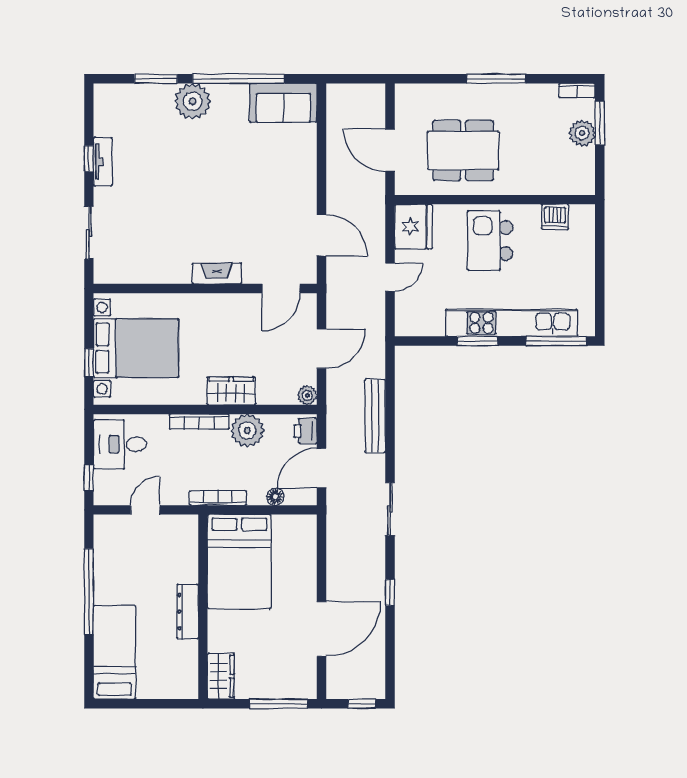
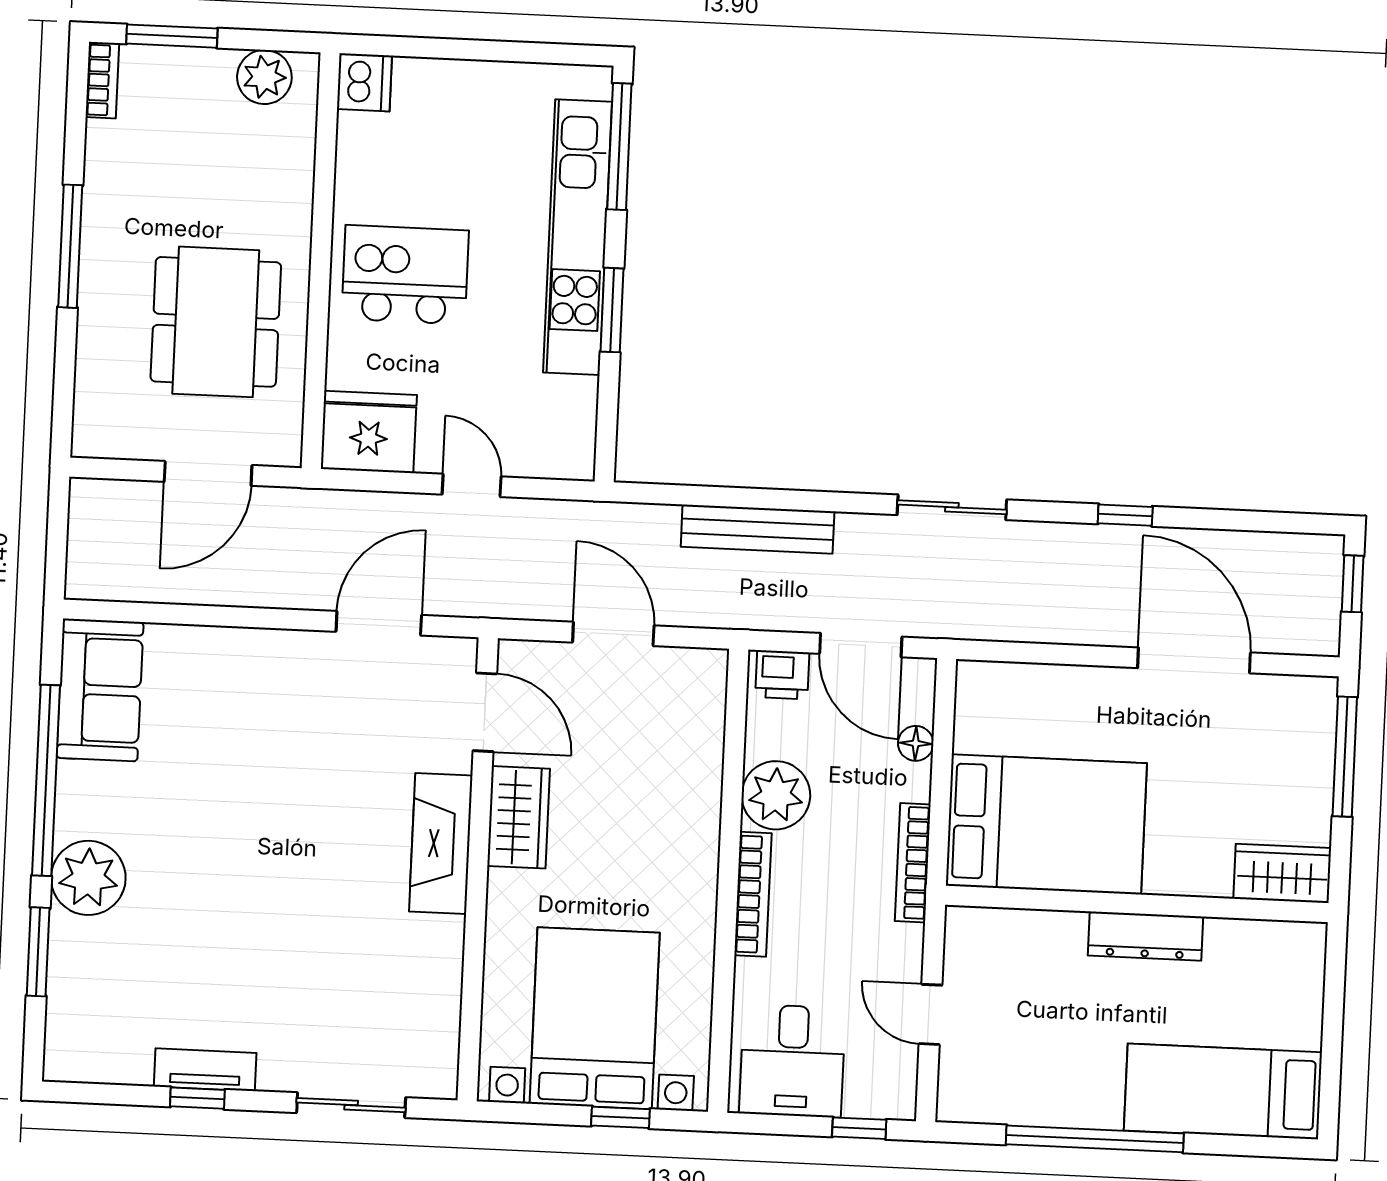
plant: (582, 133) -> (264, 77), moved
dishwasher: (555, 217) -> (364, 82), moved
kitchen island: (490, 241) -> (405, 275), turned 180
fireplace: (217, 274) -> (441, 843), width x1.37, depth x1.32
wardrobe: (231, 391) -> (519, 817), moved, turned 180
plant: (307, 395) -> (708, 668), removed

